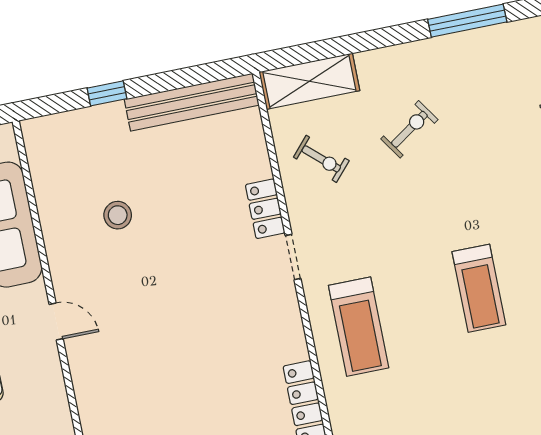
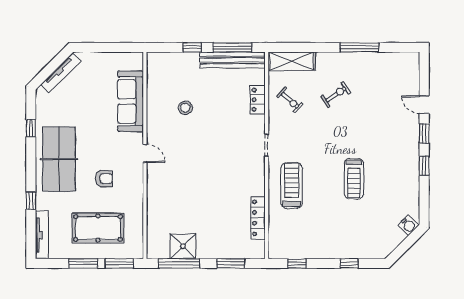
window: (467, 21) -> (359, 47), moved
window: (186, 77) -> (232, 47), added
locker: (265, 209) -> (258, 100), moved
treadmill: (359, 327) -> (292, 186), turned 180

